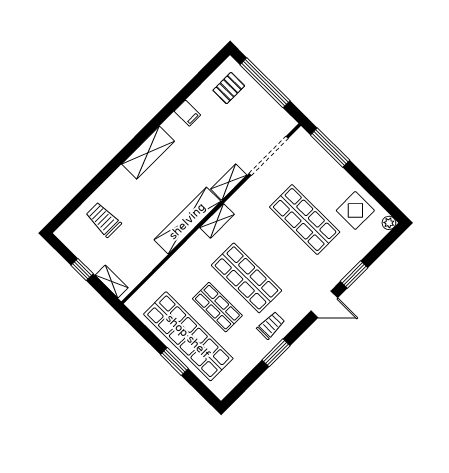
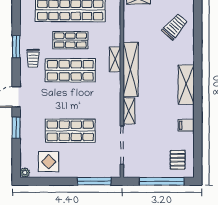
trolley: (103, 220) -> (175, 27), turned -49
shelving: (217, 221) -> (115, 59), moved

